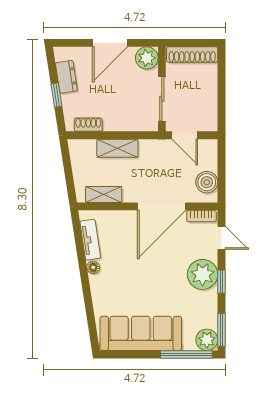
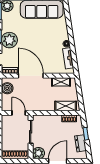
shelving: (117, 148) -> (66, 106), moved
door: (162, 206) -> (31, 76), hinge flipped

